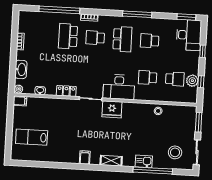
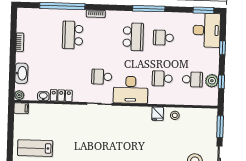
school desk: (95, 38) -> (102, 77), moved
locker: (66, 91) -> (61, 96), moved
fridge: (112, 109) -> (158, 114), moved, width x0.53, depth x0.75

